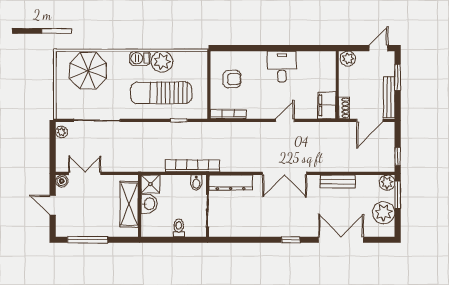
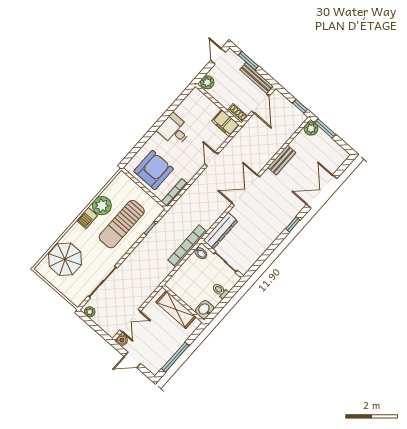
armchair: (232, 79) -> (154, 170), width x1.88, depth x1.88
double door: (85, 173) -> (130, 321), swing flipped
double door: (285, 173) -> (246, 190), swing flipped
shower: (150, 184) -> (175, 284), removed
washbasin: (149, 204) -> (205, 310), moved, turned -90
plant: (384, 213) -> (329, 148), removed

